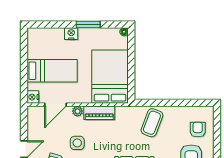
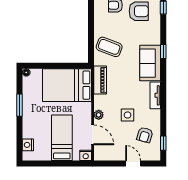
nightstand: (71, 34) -> (28, 145), moved
piano: (99, 113) -> (100, 80), moved

